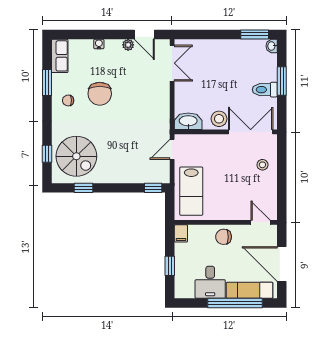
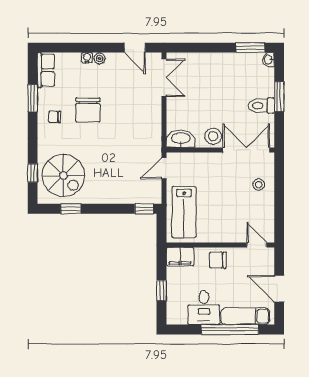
plant: (128, 45) -> (100, 59), moved
filing cabinet: (181, 233) -> (180, 256), width x2.00
door: (282, 264) -> (279, 289), width x0.73

